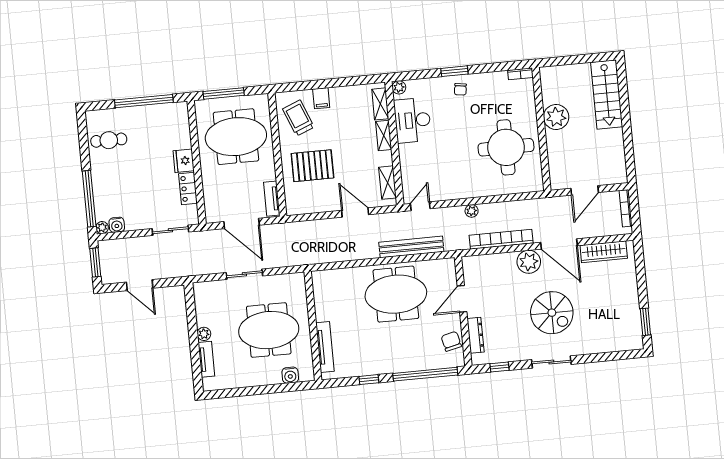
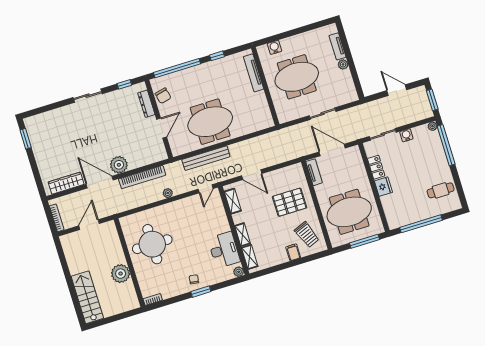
water cooler: (117, 225) -> (406, 135), moved
spiral stairs: (552, 313) -> (95, 131), removed

